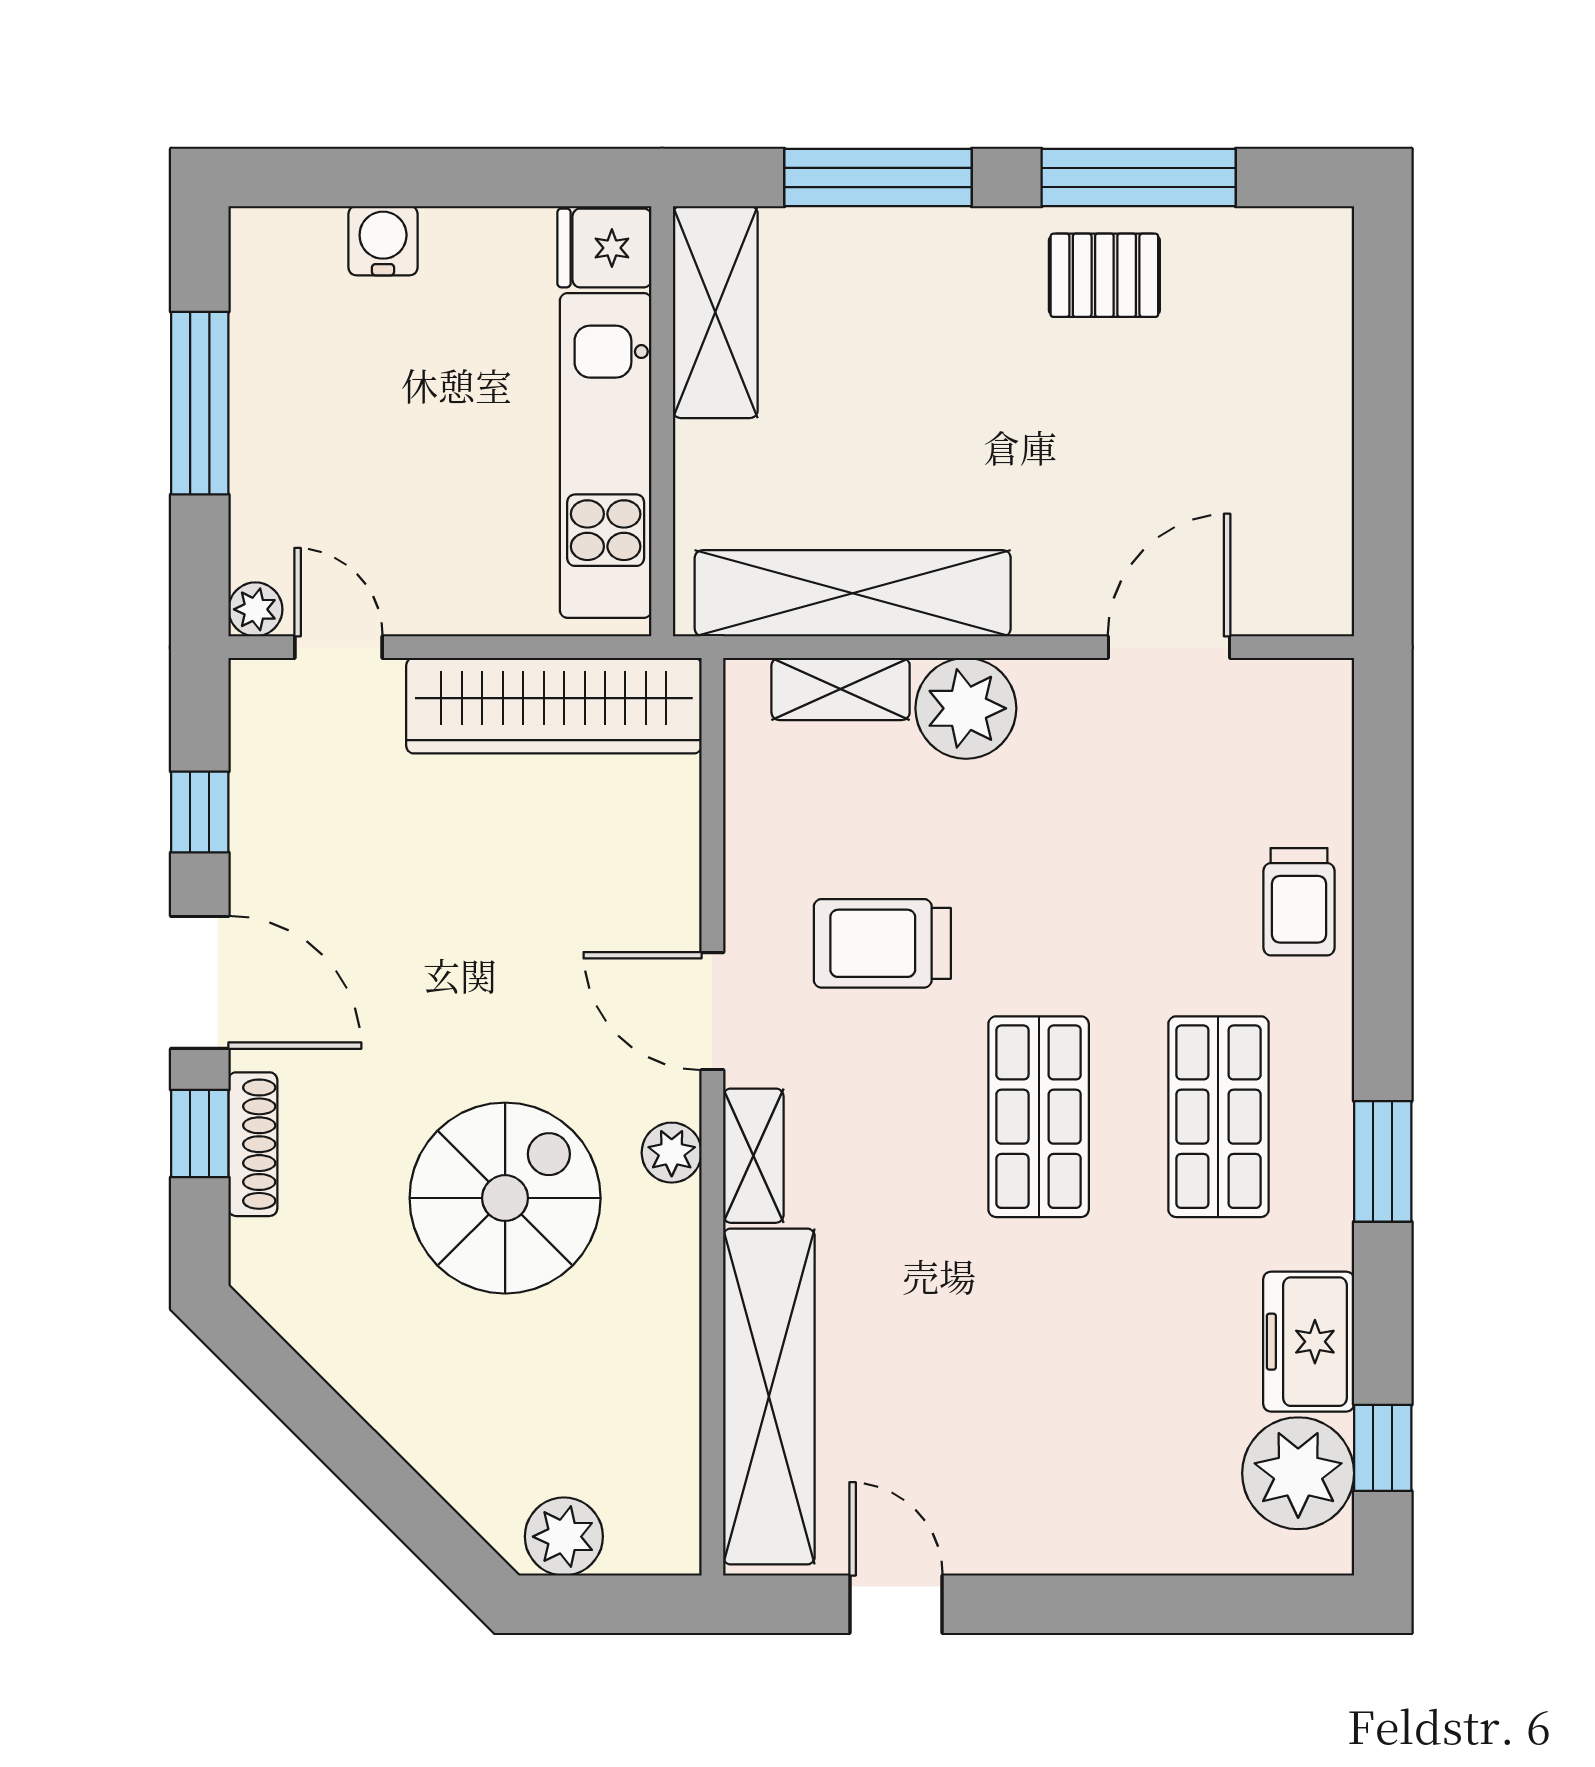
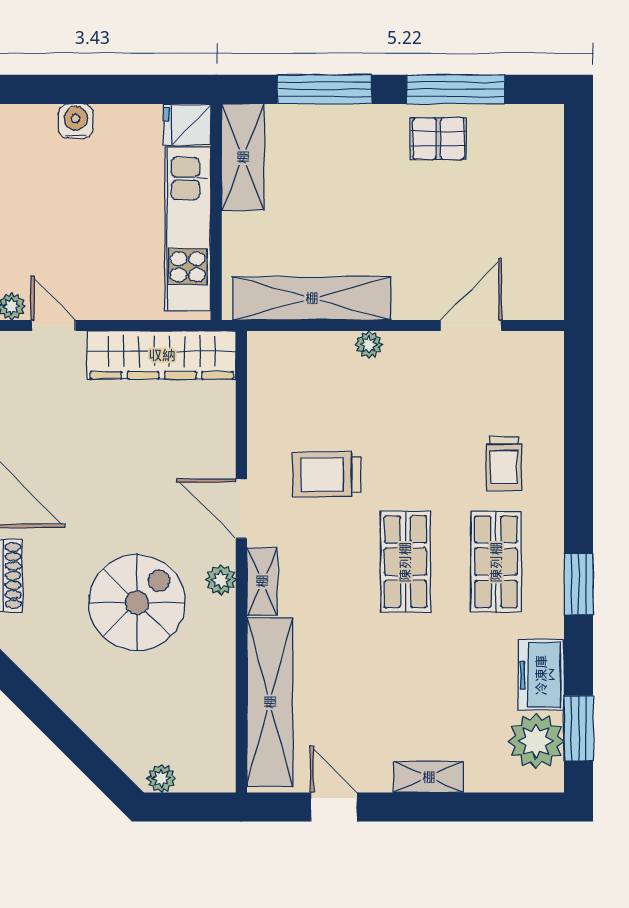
shelving: (841, 689) -> (429, 777), moved
plant: (966, 708) -> (369, 344), width x0.53, depth x0.53
trolley: (1299, 902) -> (504, 463), moved
window: (1383, 1448) -> (579, 728), width x1.50
plant: (564, 1537) -> (161, 778), width x0.73, depth x0.73

